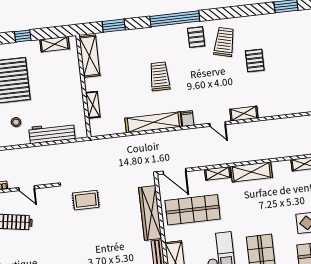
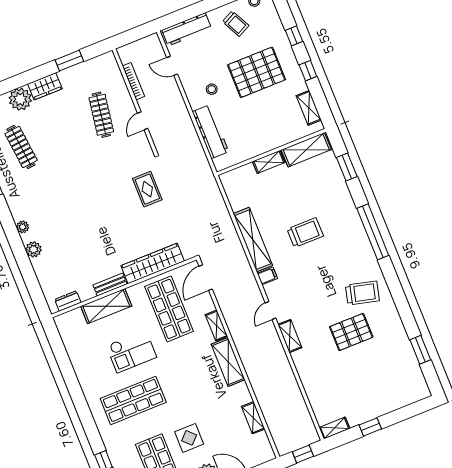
pallet: (196, 37) -> (359, 261), removed
pallet: (255, 61) -> (351, 332), width x1.50, depth x1.42
shelving: (93, 105) -> (269, 162), moved

